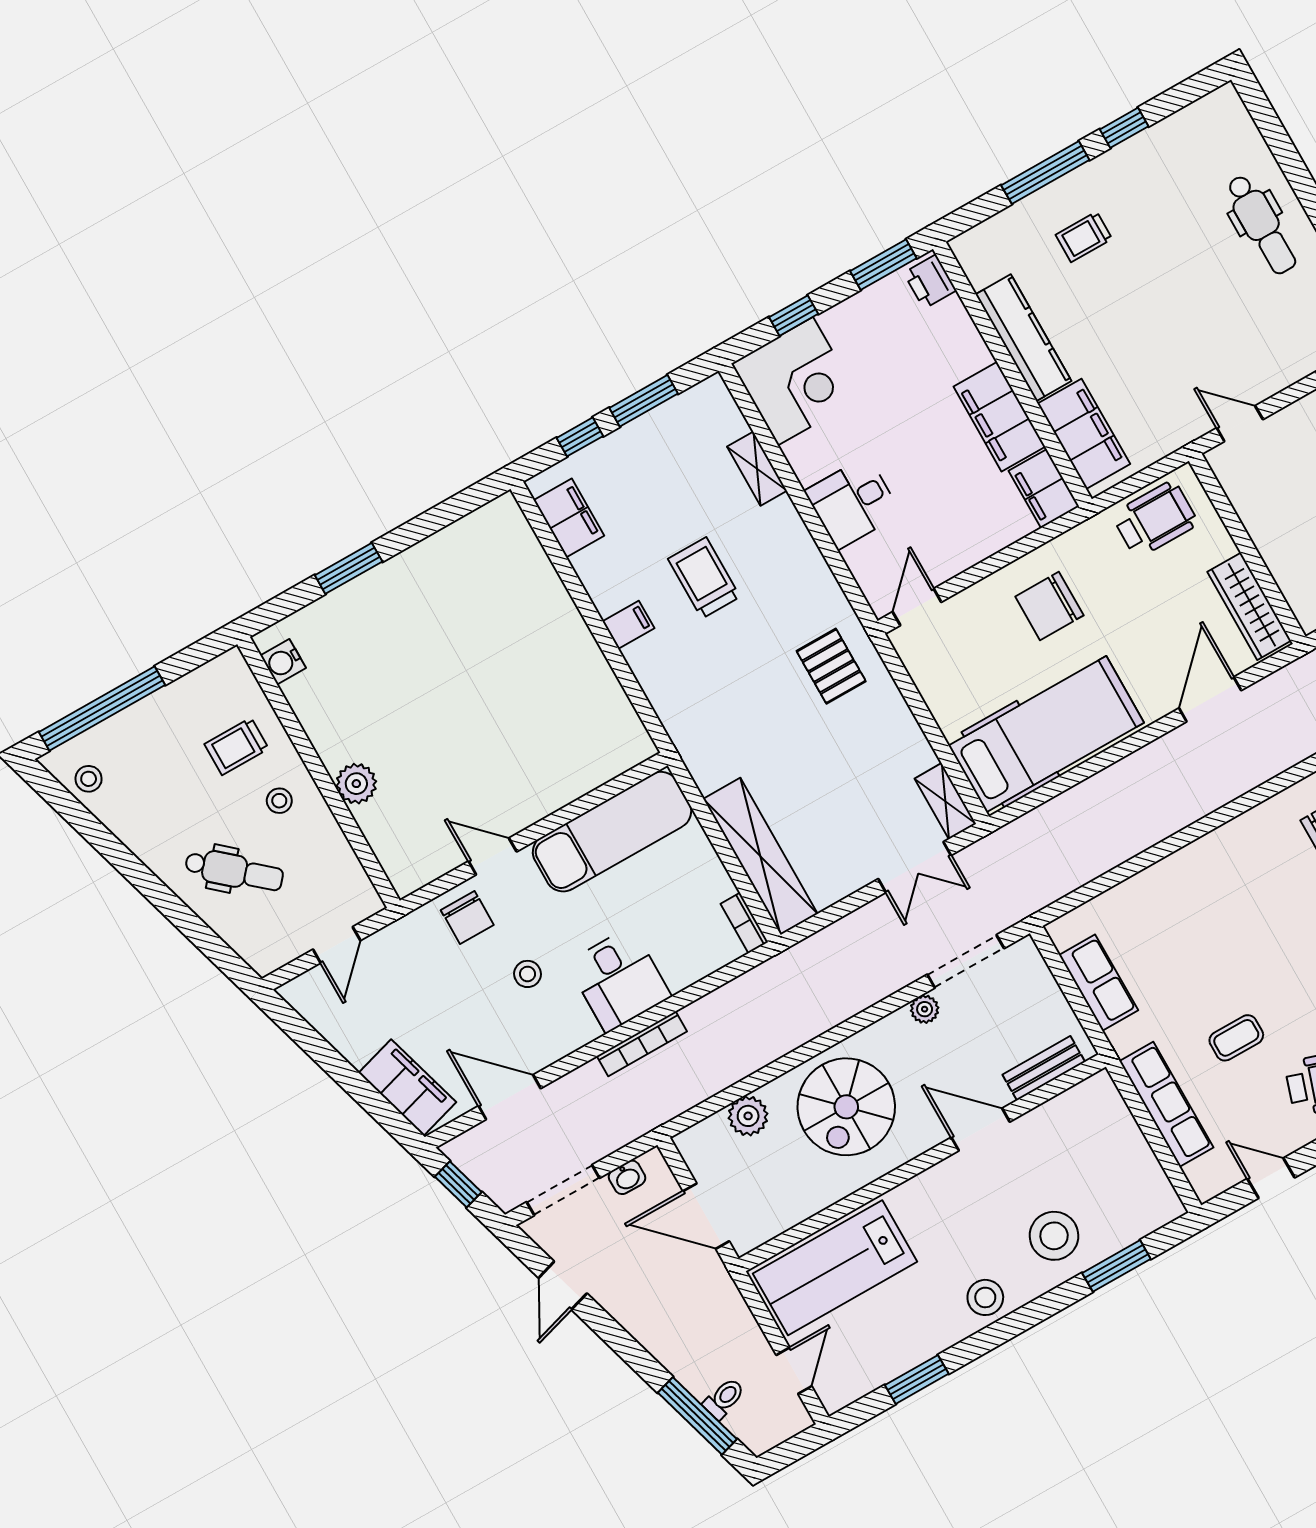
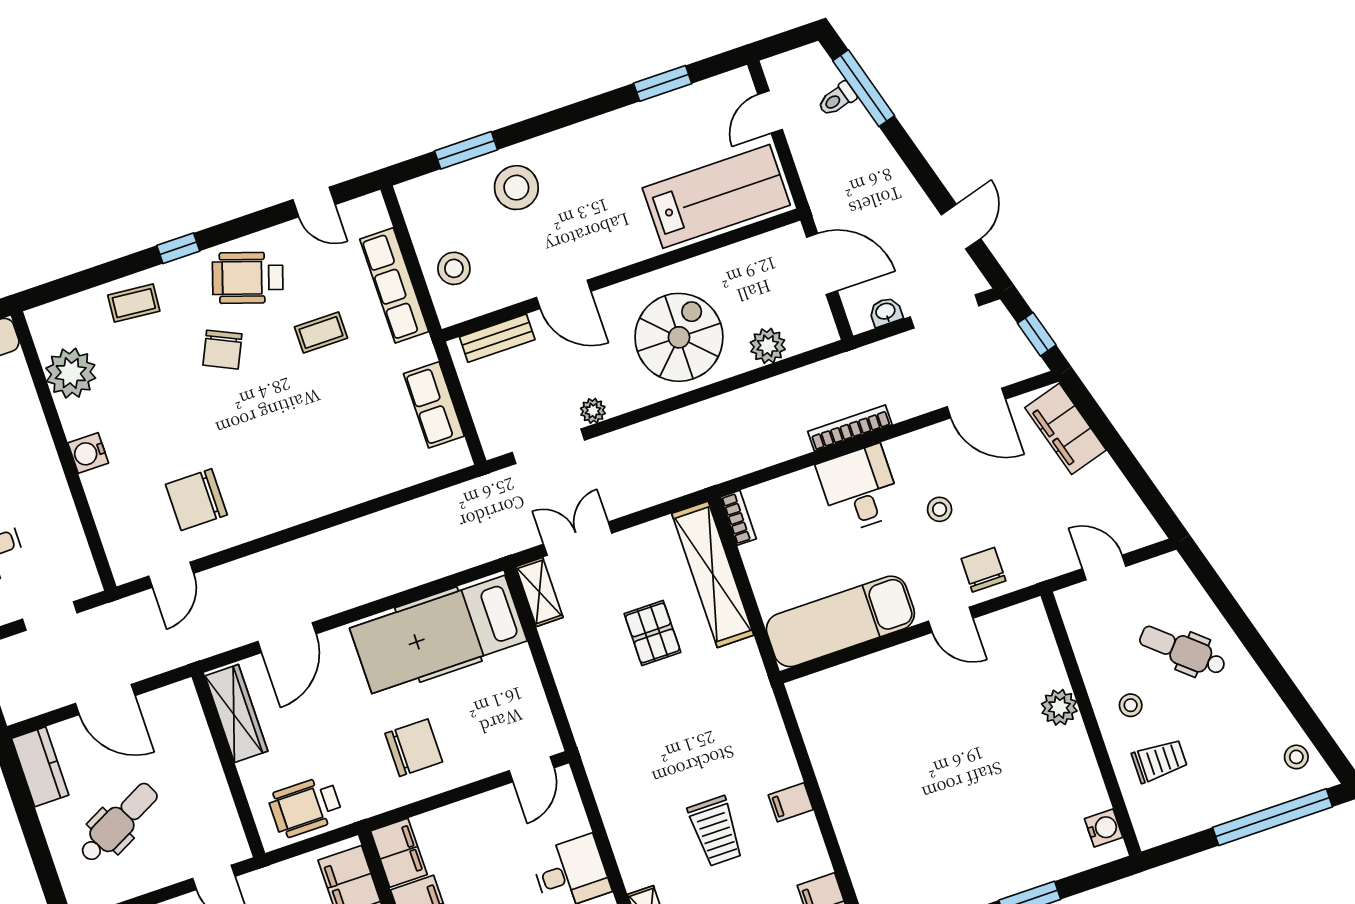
pallet: (831, 666) -> (652, 633), moved
door: (337, 945) -> (1104, 567), hinge flipped
stool: (985, 1297) -> (454, 268), moved

